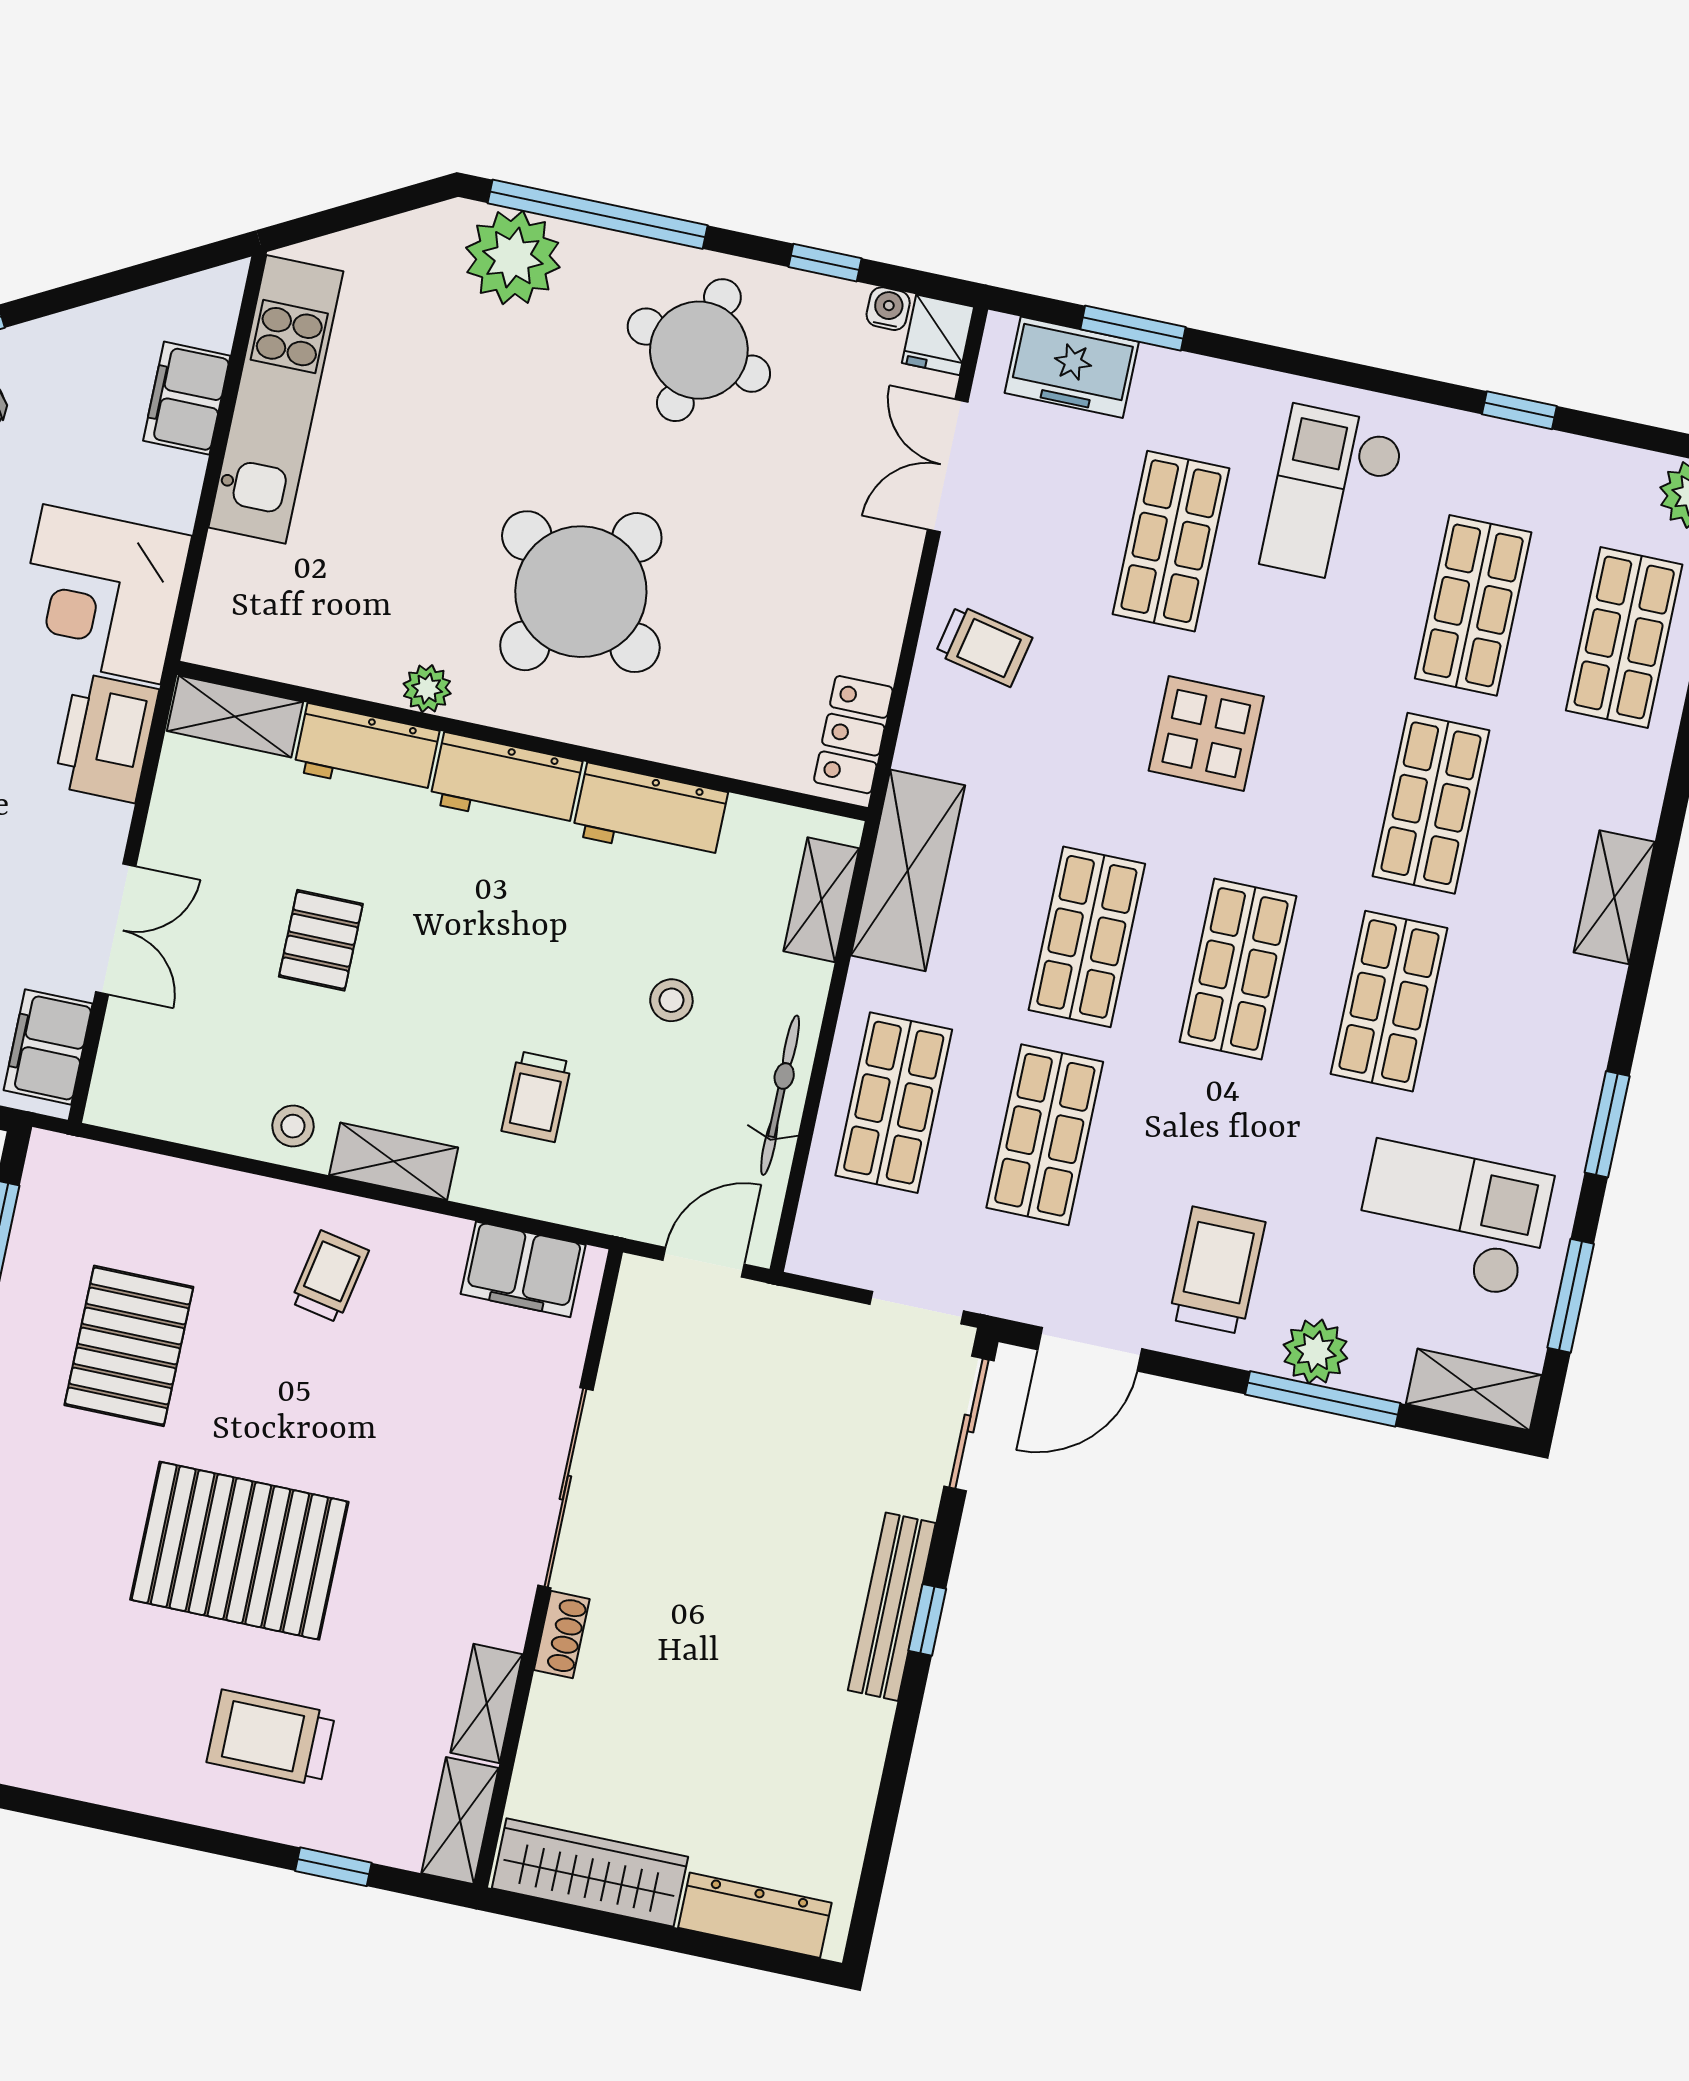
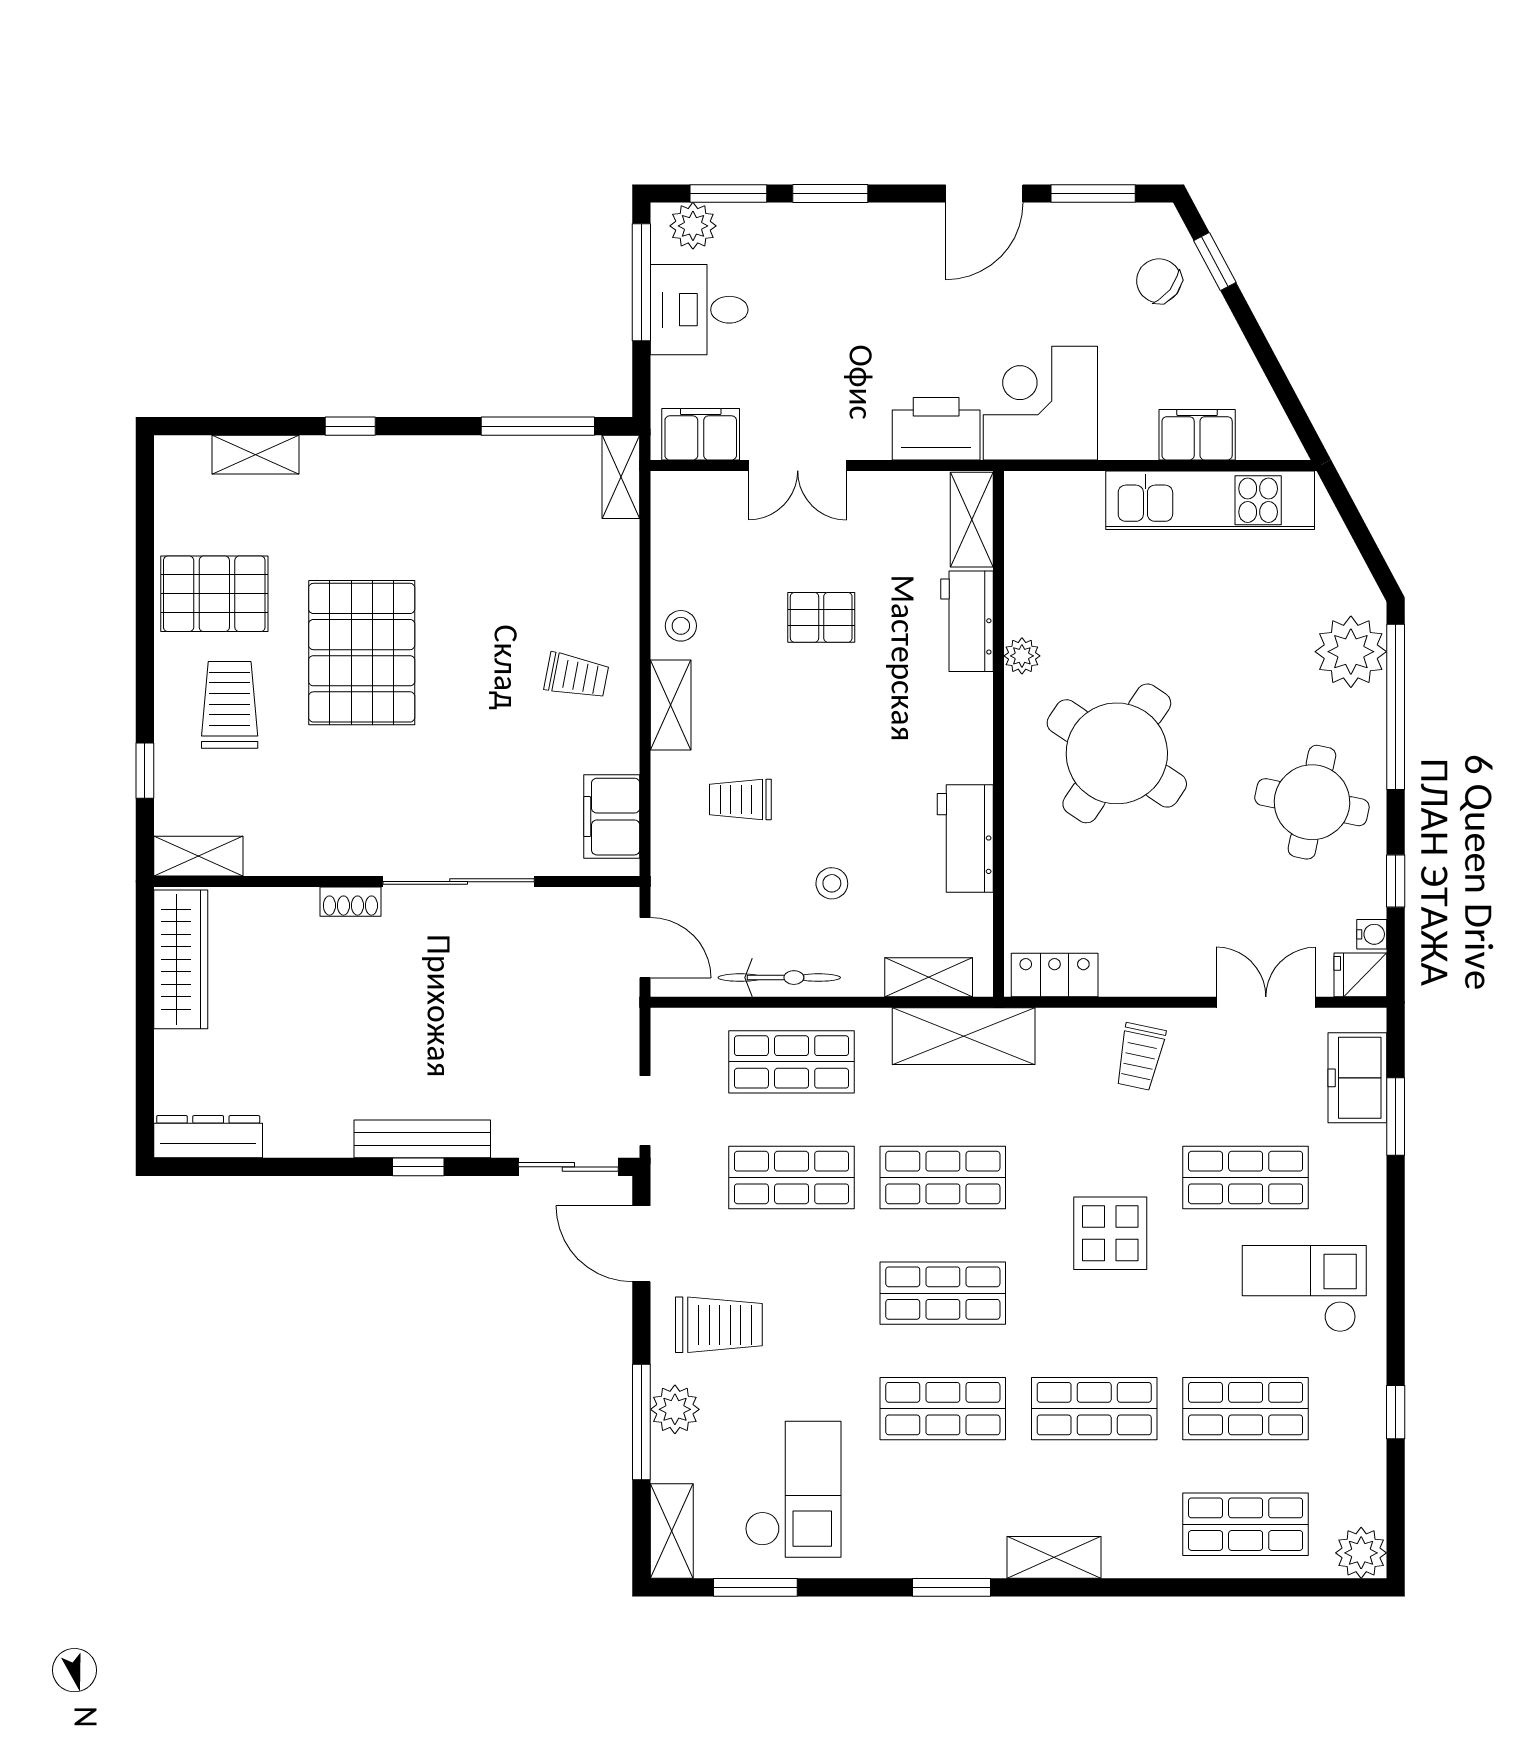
workbench: (506, 782) -> (966, 728), removed
window: (1607, 1124) -> (951, 1587), moved
pallet: (129, 1346) -> (214, 594), moved
shelving: (487, 1703) -> (621, 477), moved, turned 90
dresser: (755, 1915) -> (208, 1137), moved, turned -90

